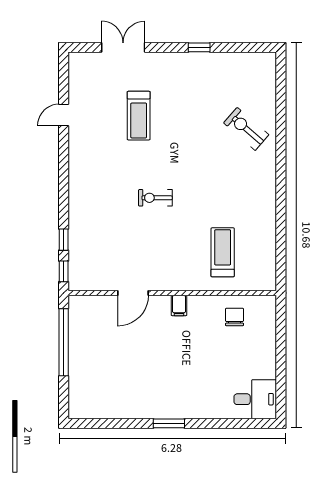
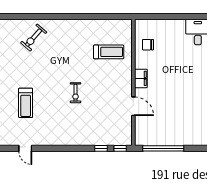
treadmill: (139, 116) -> (26, 103), turned 90
treadmill: (223, 252) -> (109, 52), turned 180
filing cabinet: (179, 305) -> (141, 78), width x2.00

